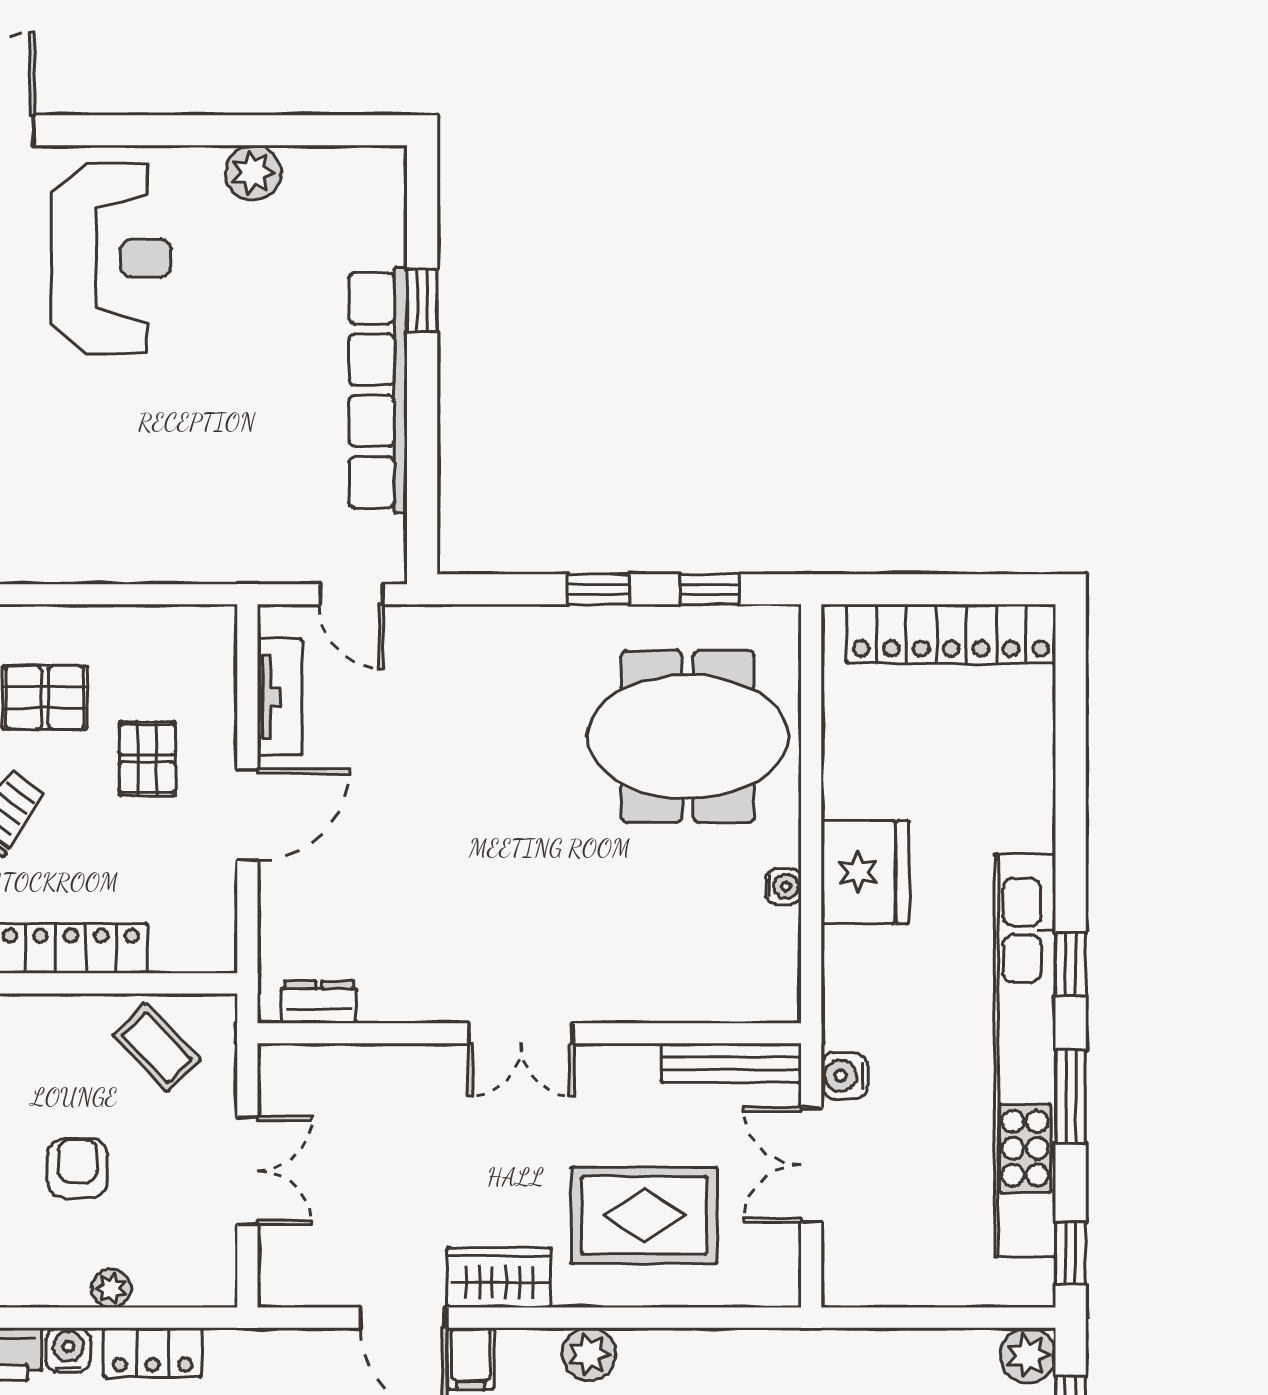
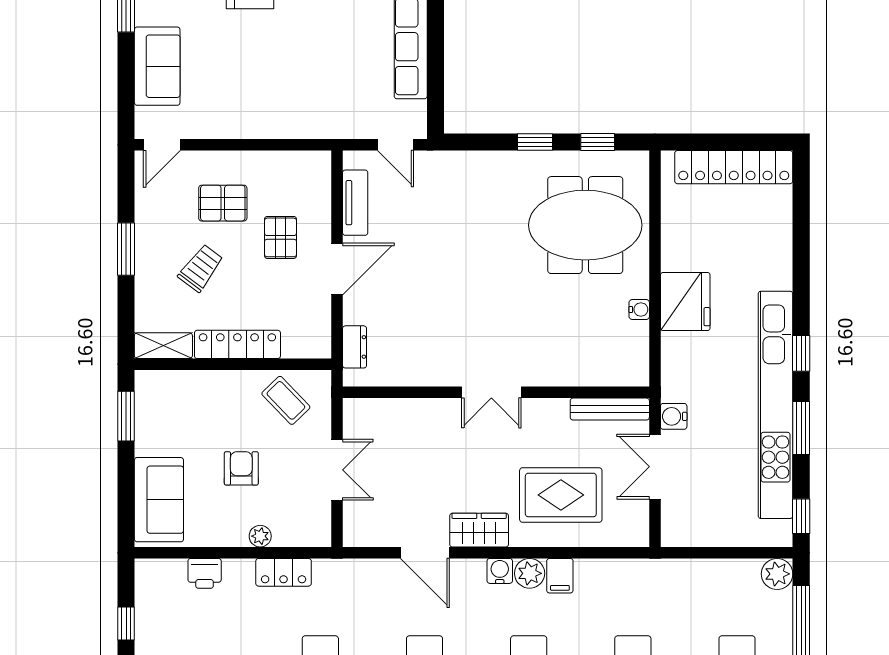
dresser: (319, 1002) -> (355, 347), moved, turned 90
water cooler: (68, 1350) -> (500, 571), moved
filing cabinet: (471, 1358) -> (560, 576), moved

